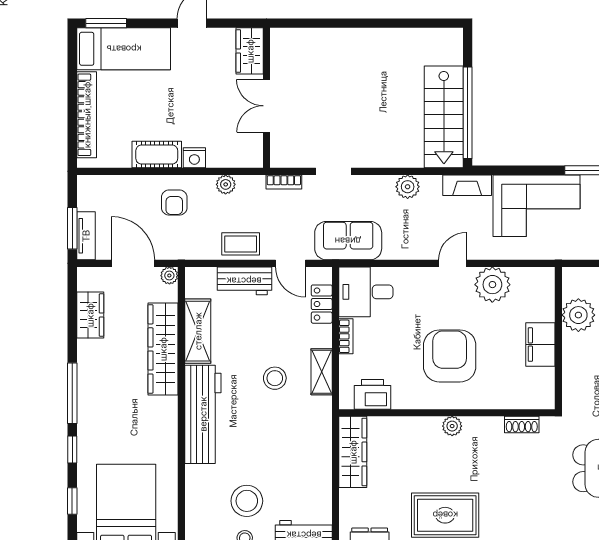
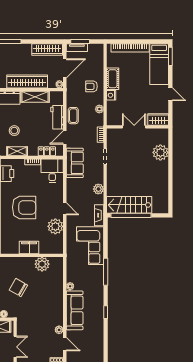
plant: (325, 46) -> (160, 152), added
wardrobe: (90, 315) -> (47, 49), width x1.50

